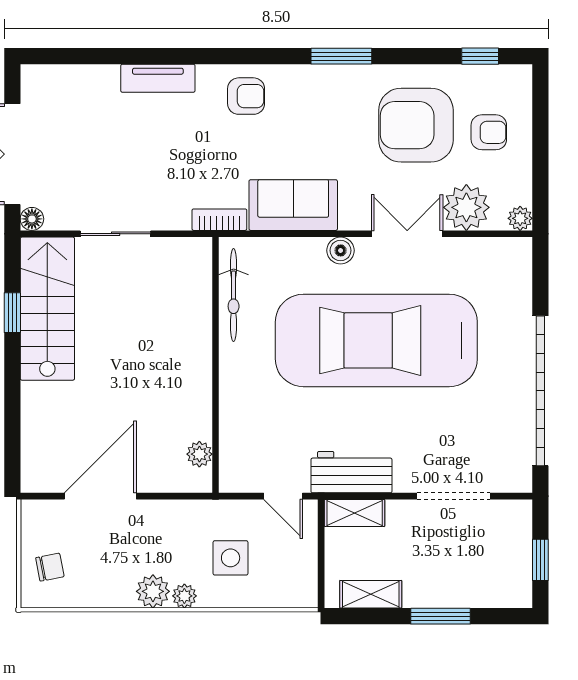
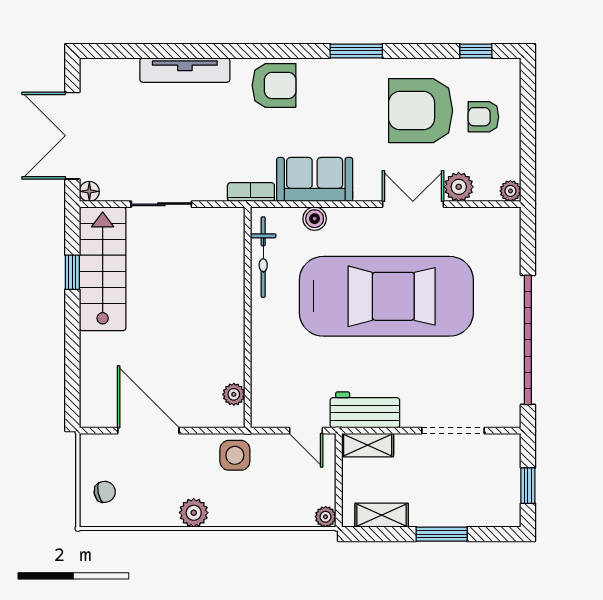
tv unit: (158, 78) -> (185, 70), width x1.41
armchair: (246, 96) -> (274, 85), width x1.38, depth x1.38
armchair: (489, 132) -> (483, 117), turned 180
plant: (466, 207) -> (459, 187), width x0.73, depth x0.73
boiler: (341, 250) -> (315, 219), moved
car: (376, 340) -> (386, 296), turned 180
door: (100, 496) -> (148, 431), hinge flipped
side table: (231, 558) -> (235, 455), moved
plant: (184, 596) -> (326, 517), moved

